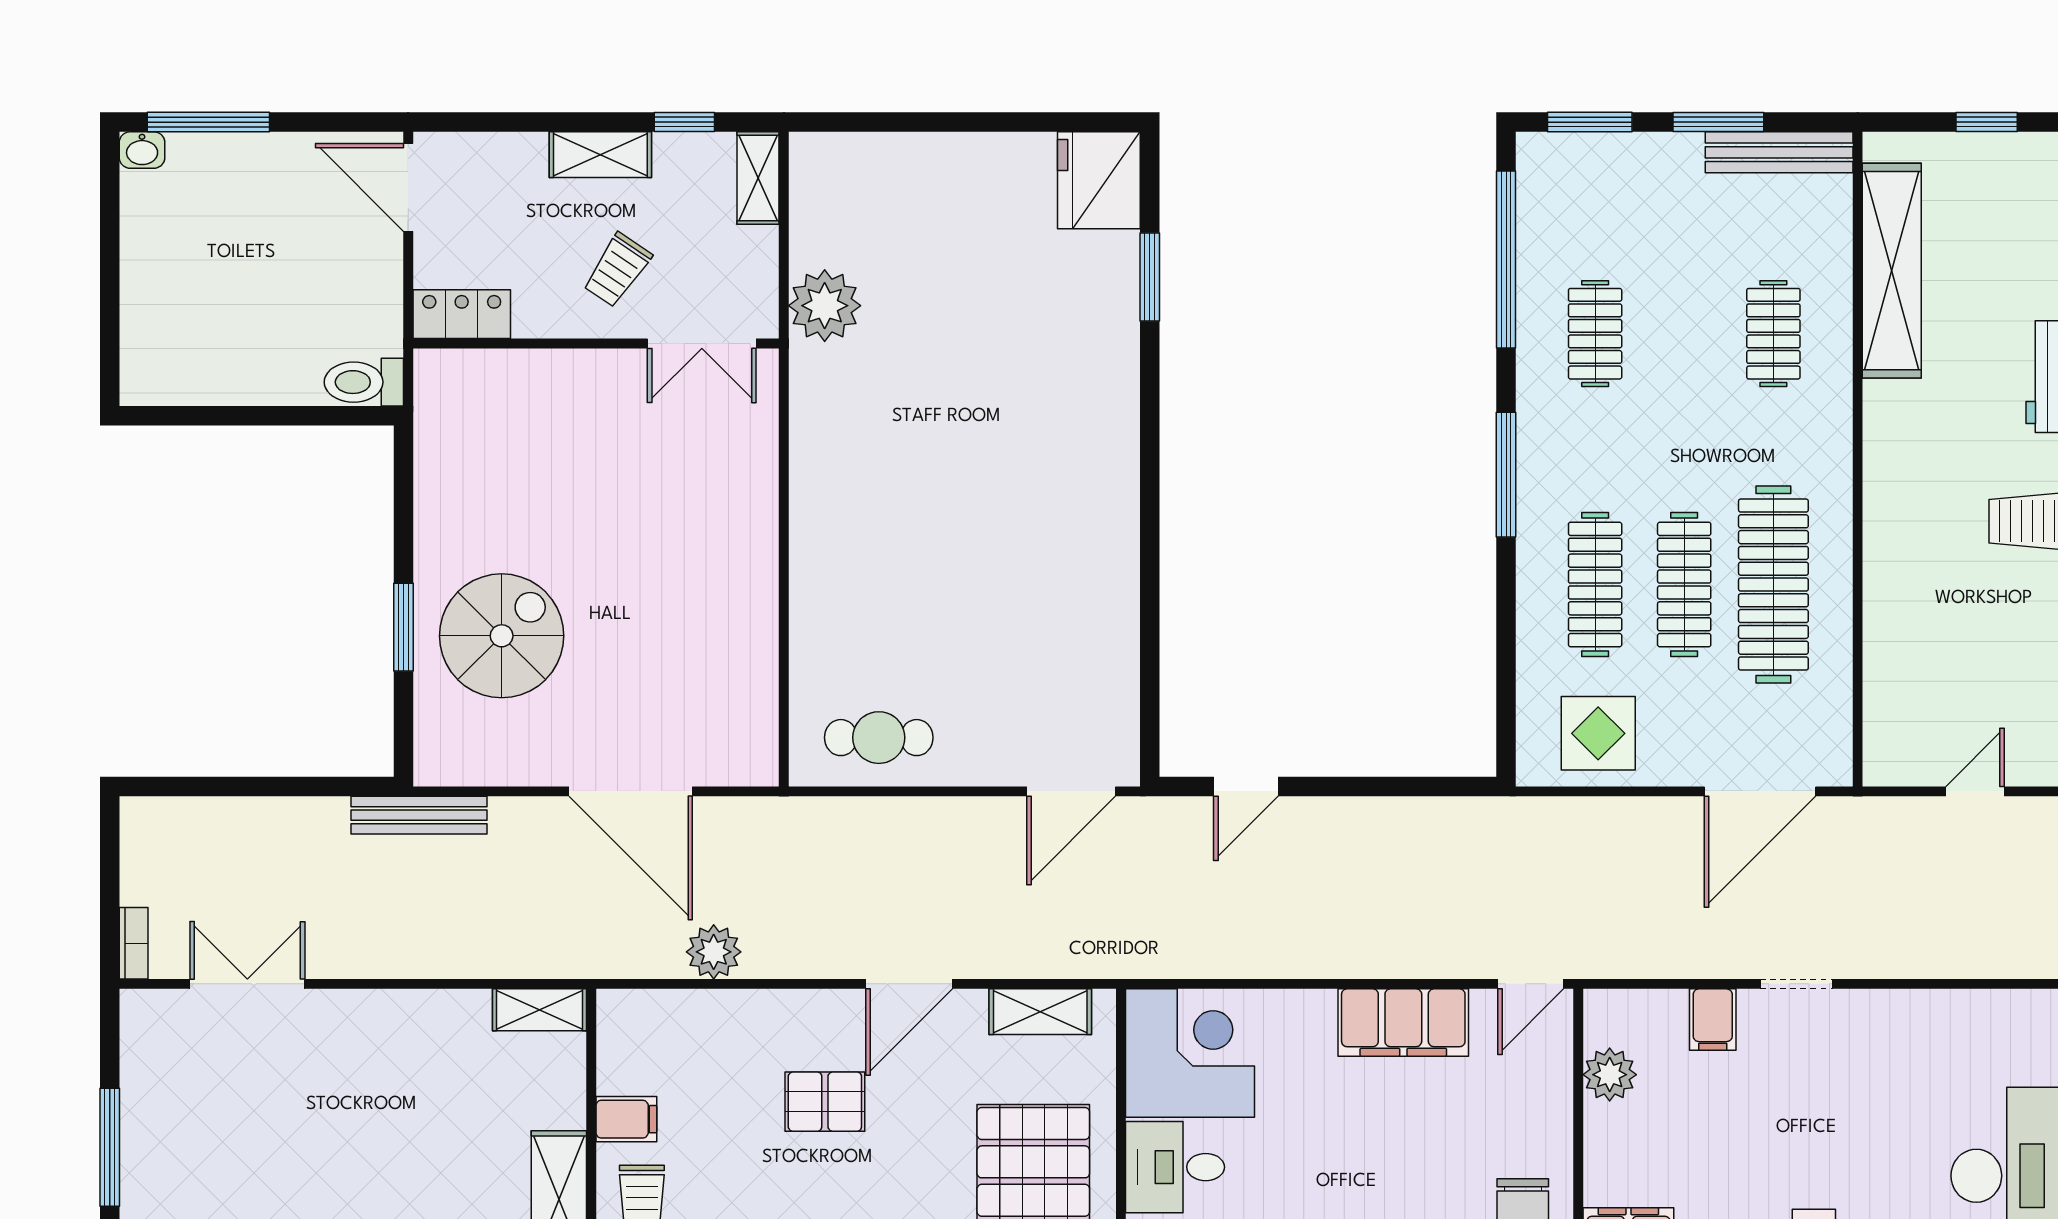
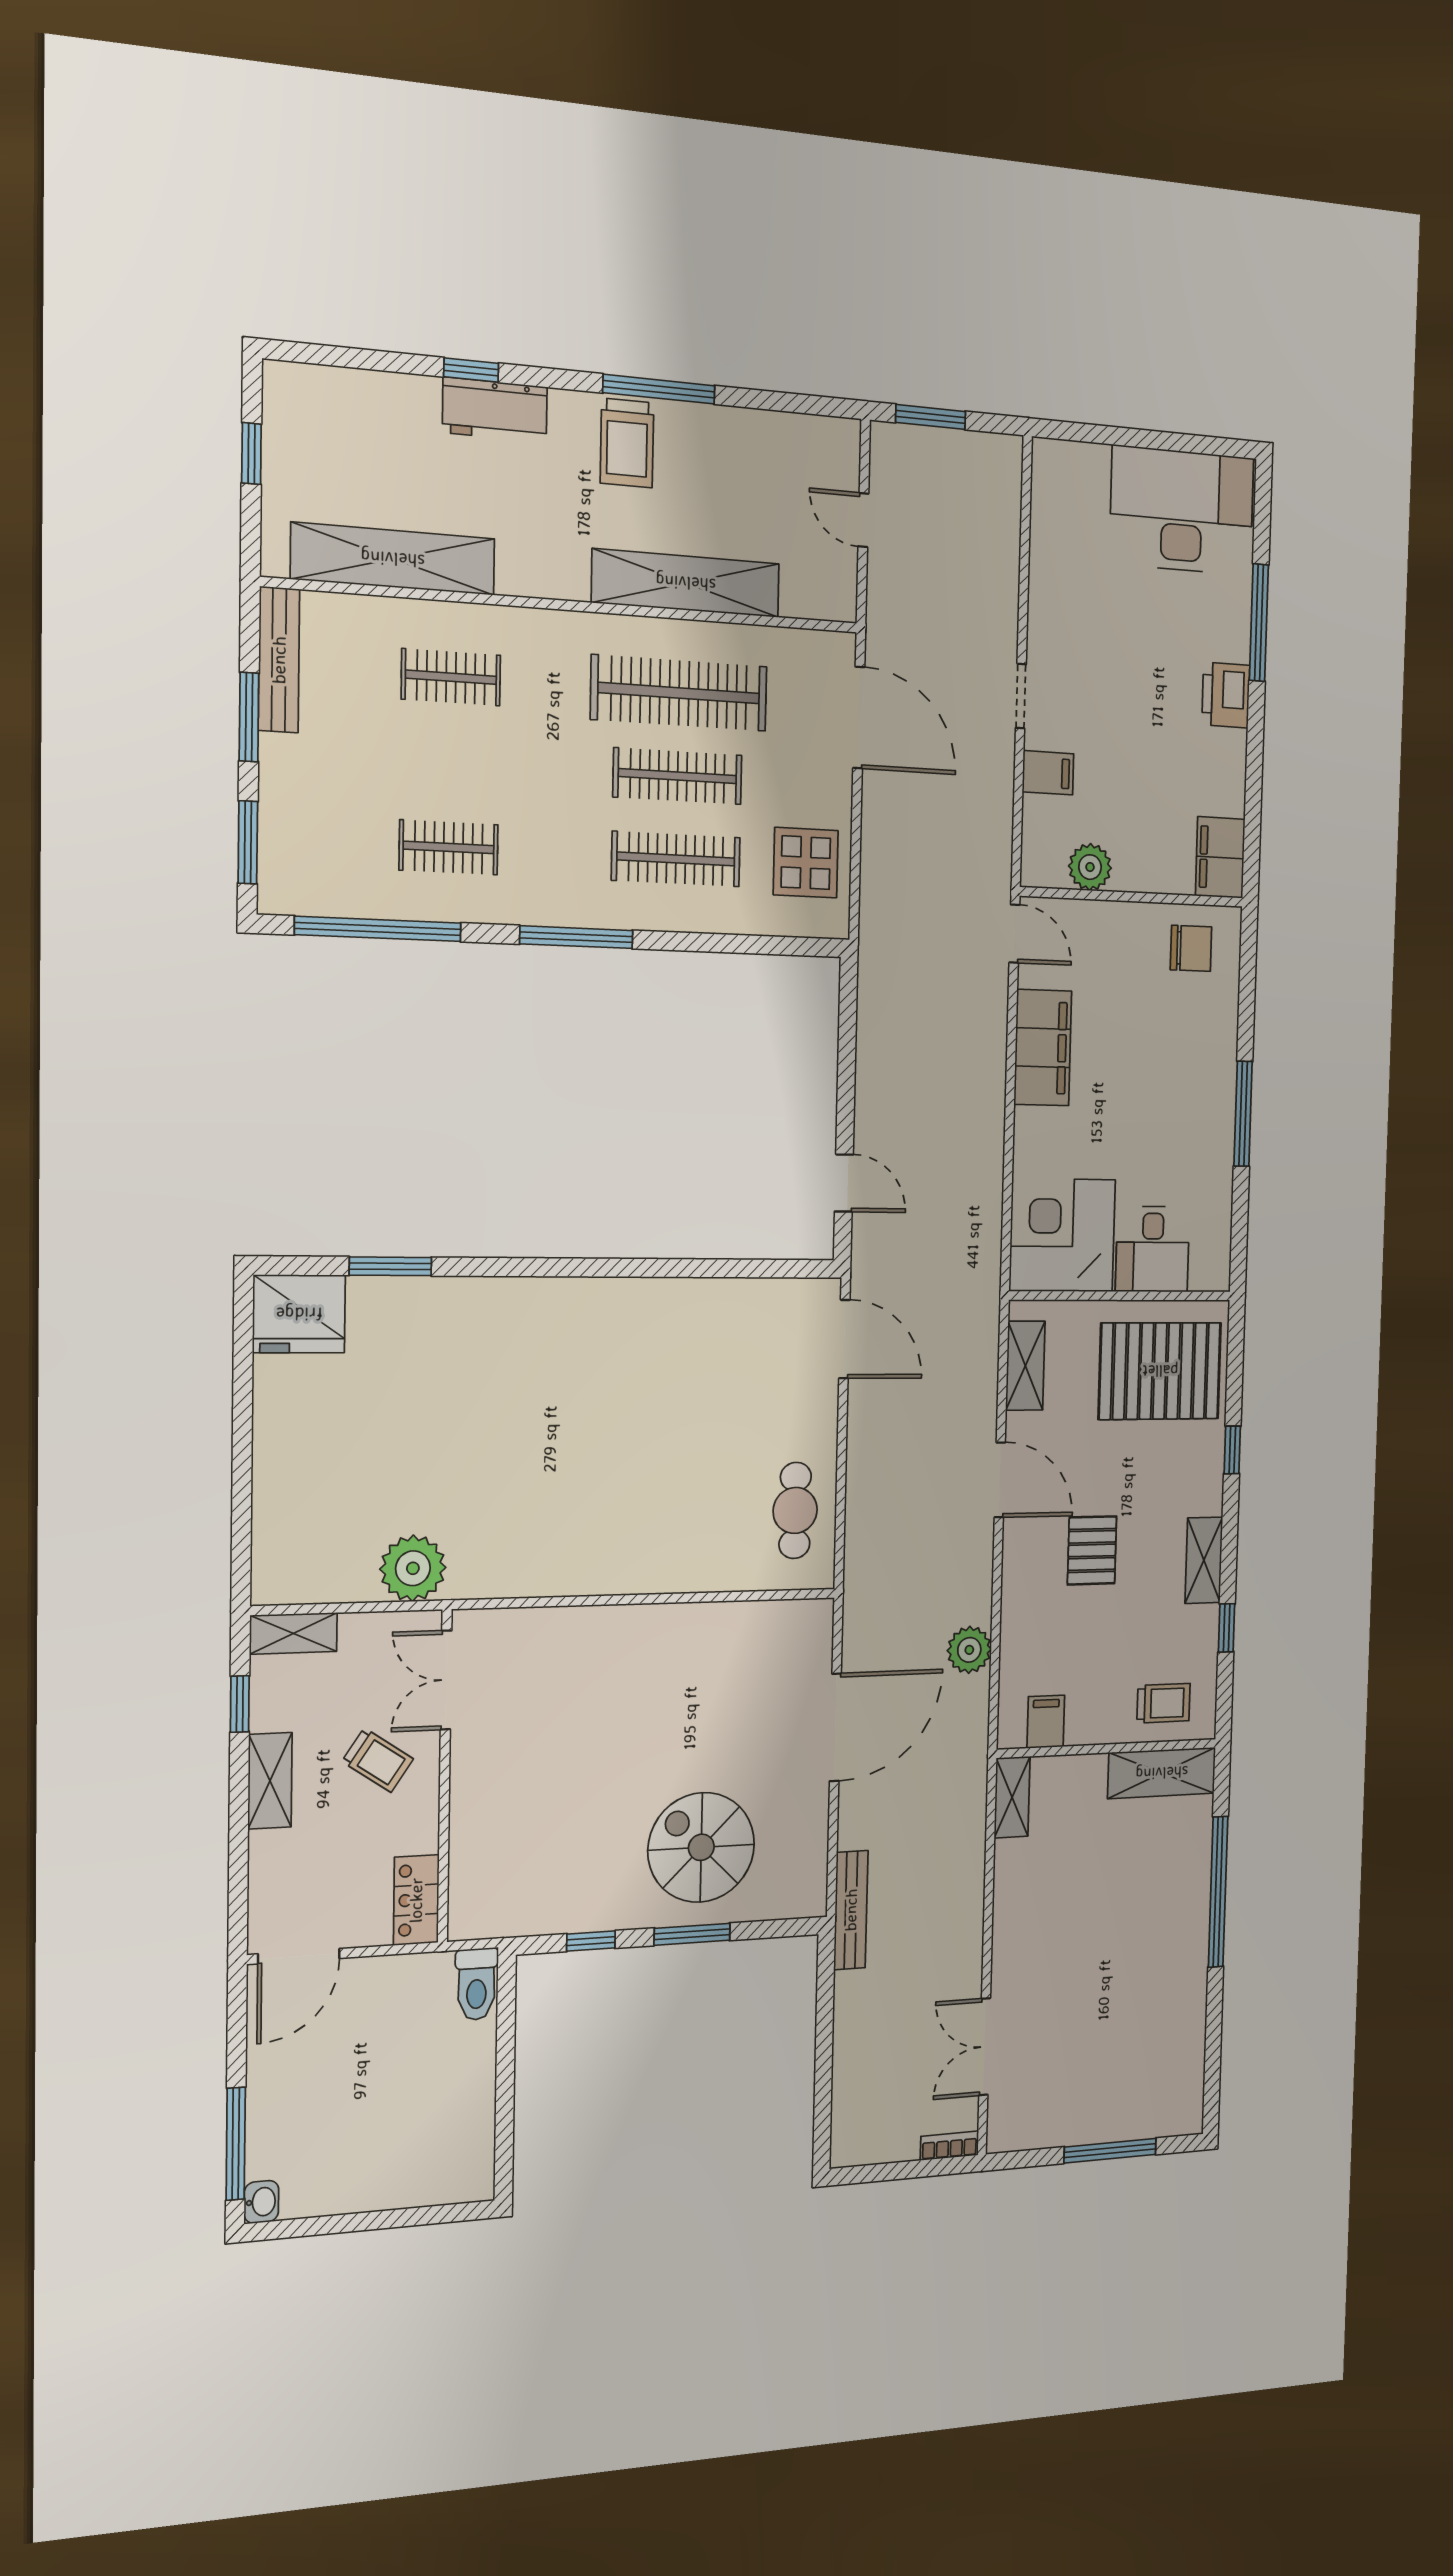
double door: (702, 344) -> (446, 1680), swing flipped
window: (403, 510) -> (591, 1941), added
shelving: (1891, 590) -> (686, 583), added
filing cabinet: (626, 1119) -> (1046, 1722), moved

